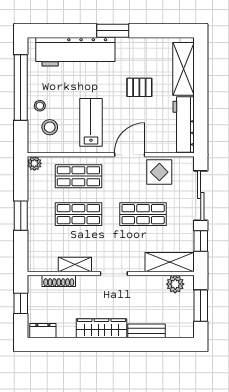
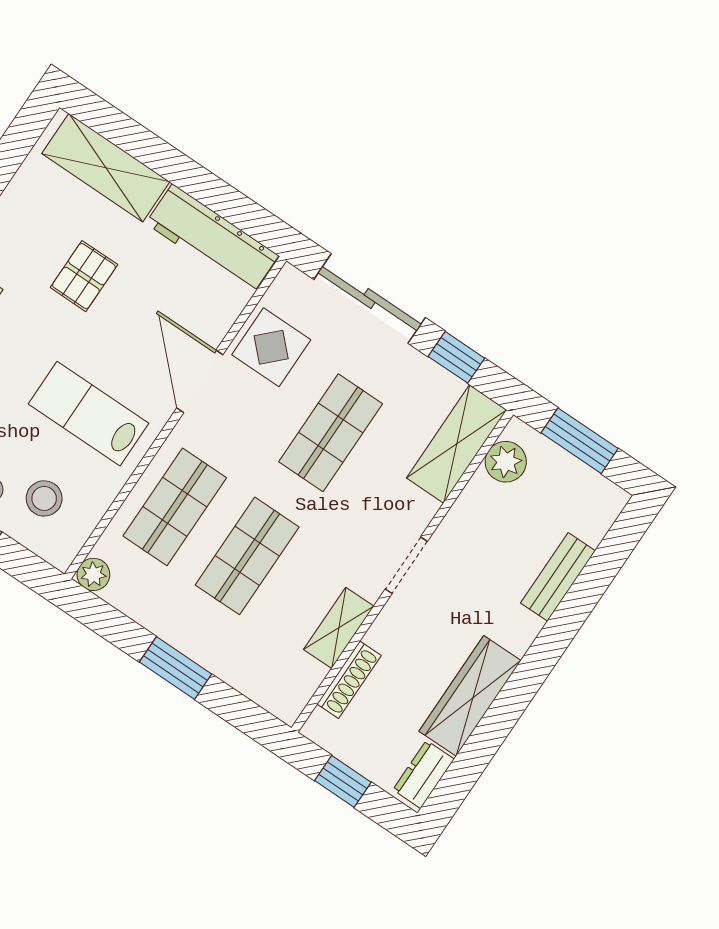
wardrobe: (102, 328) -> (470, 696), moved

